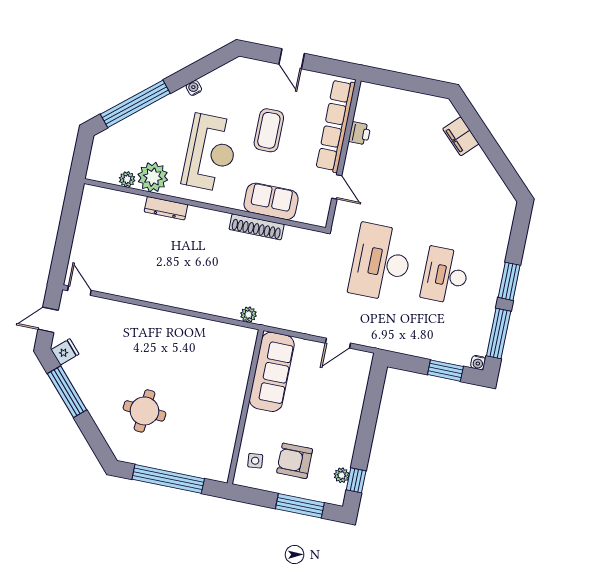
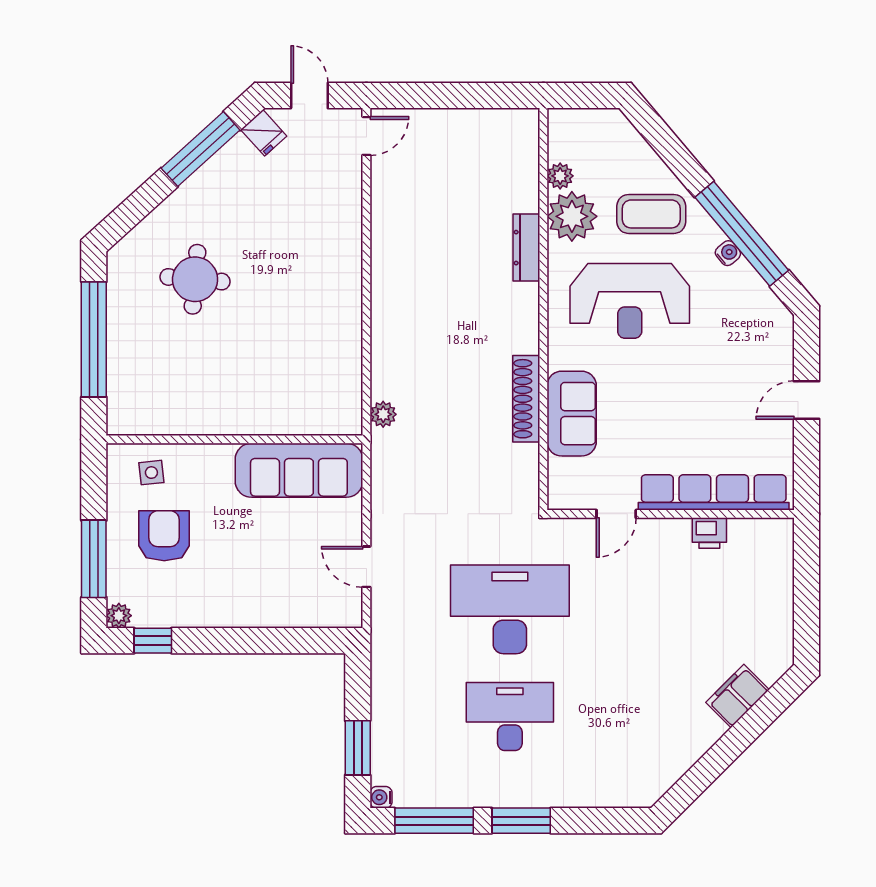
window: (135, 104) -> (742, 234), moved
coffee table: (269, 130) -> (651, 214), moved
plant: (342, 475) -> (119, 616), moved

